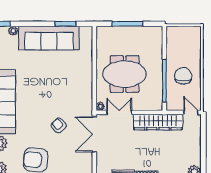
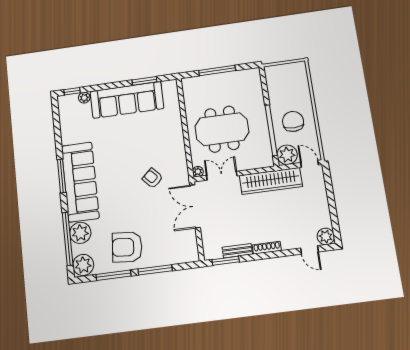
plant: (174, 103) -> (287, 155), added
armchair: (59, 125) -> (153, 178), moved

